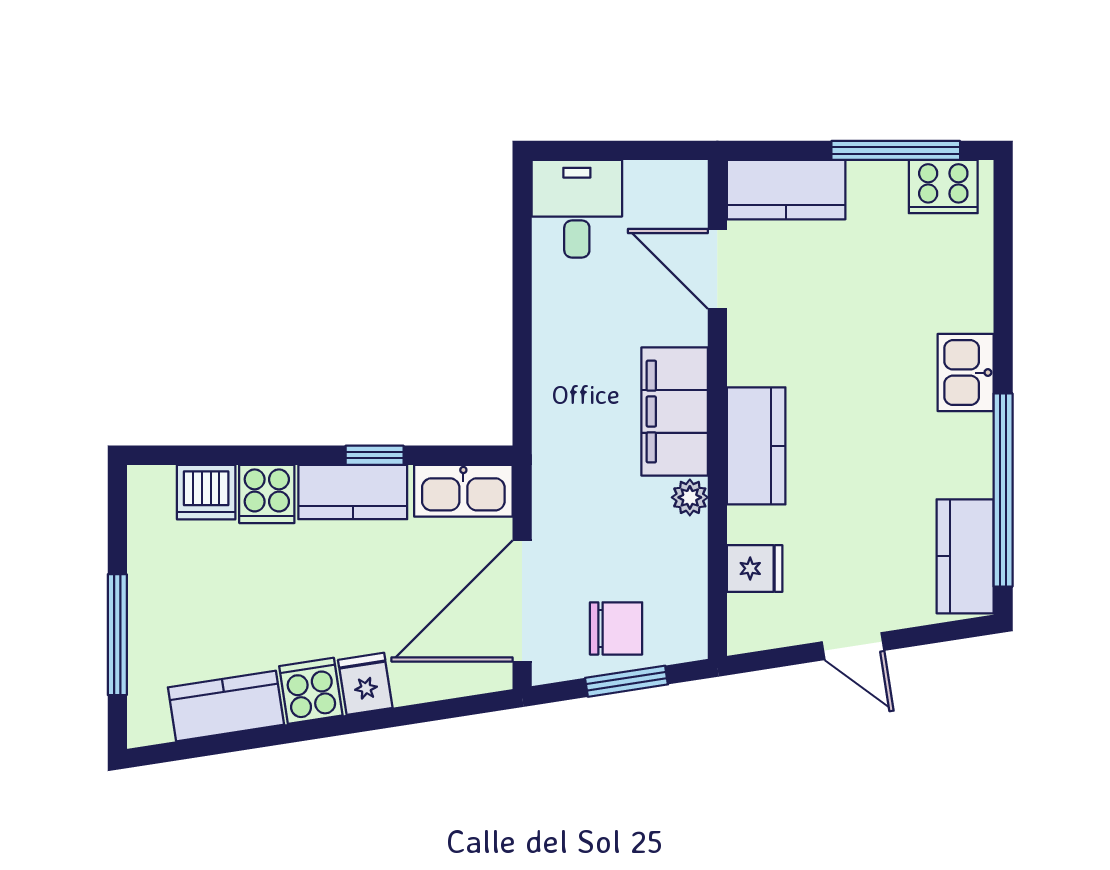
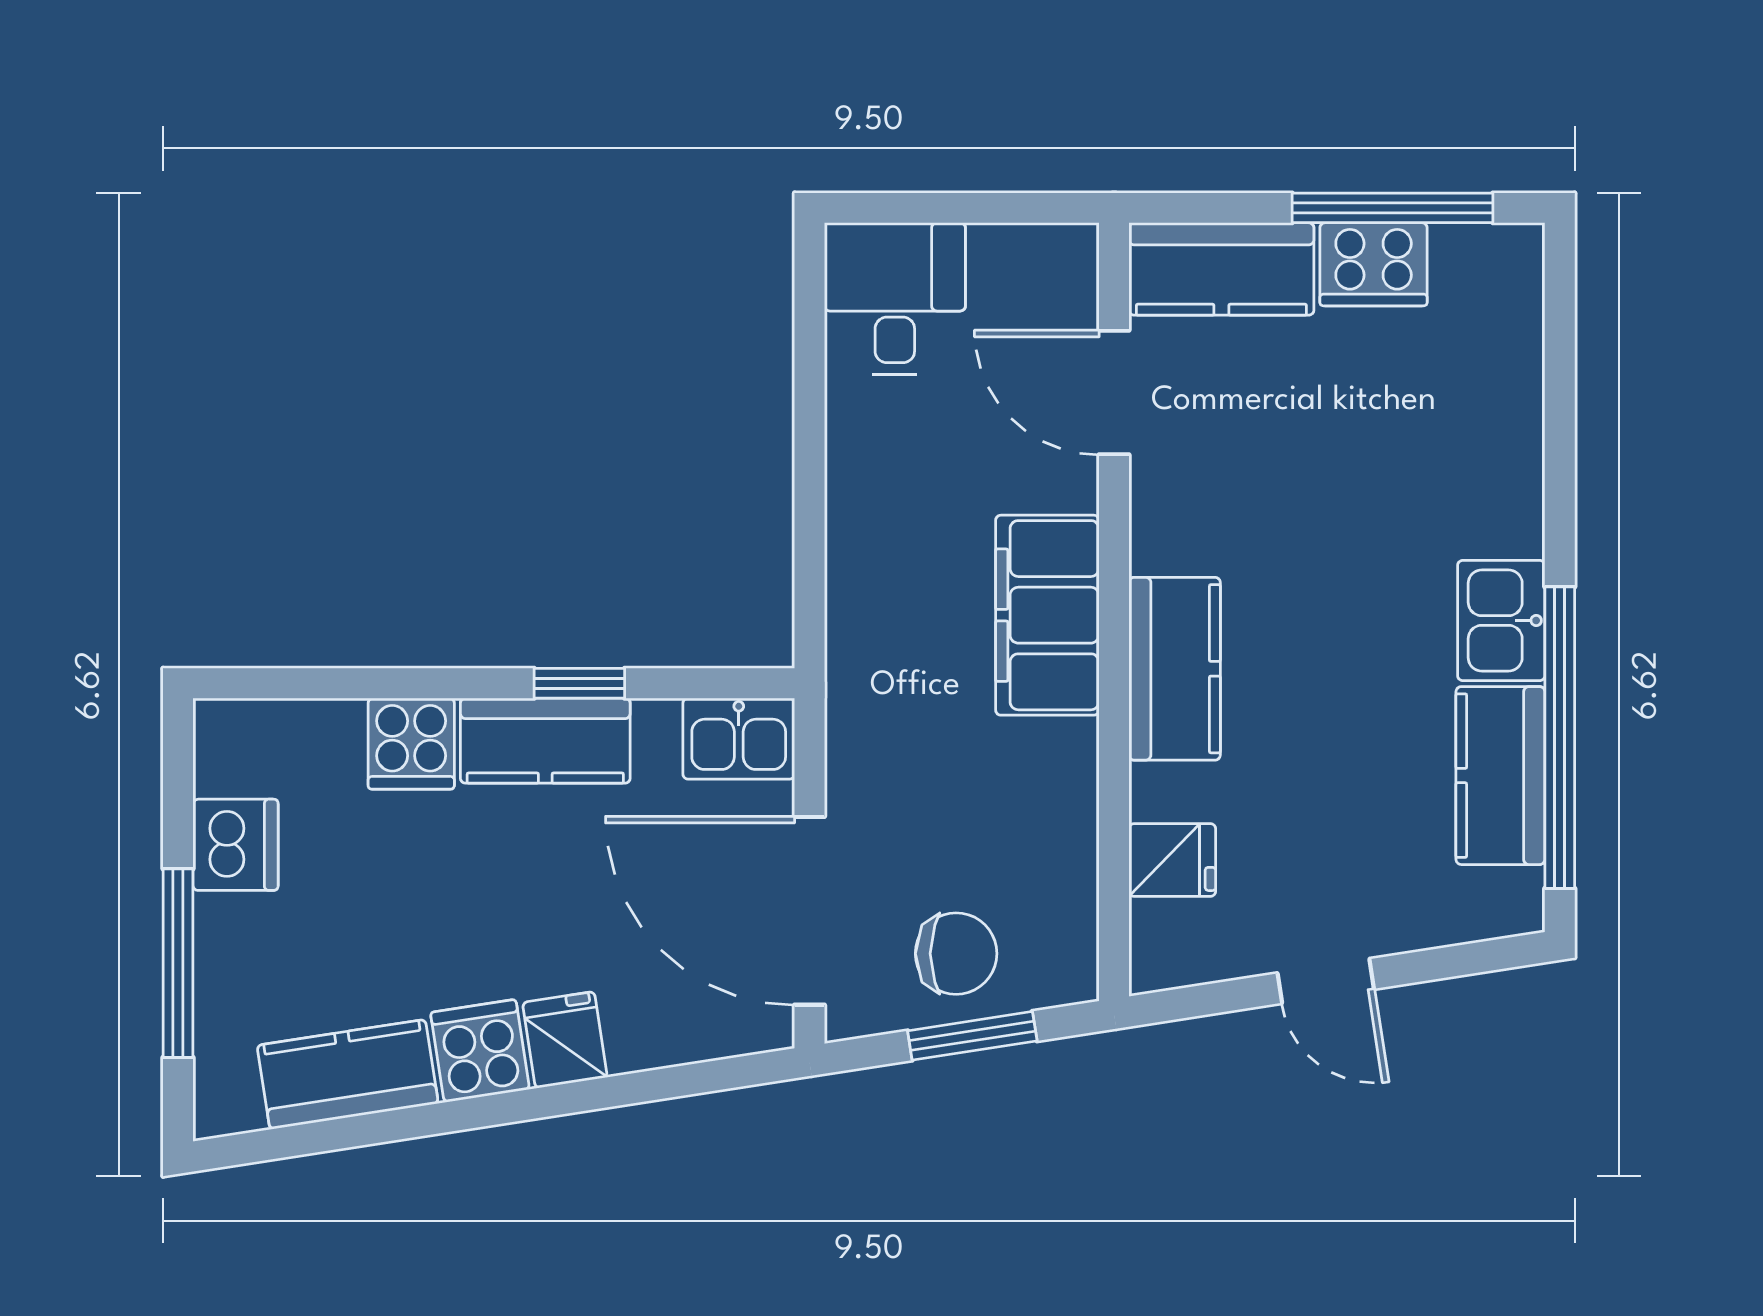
cooker: (943, 187) -> (1374, 264), moved
kitchen sink: (966, 373) -> (1501, 620), moved
kitchen sink: (463, 491) -> (739, 739), width x0.73
dishwasher: (206, 492) -> (235, 845), moved, turned -90
plant: (690, 497) -> (1071, 749), removed
kitchen counter: (965, 556) -> (1500, 776), moved
door: (522, 601) -> (809, 911), hinge flipped

